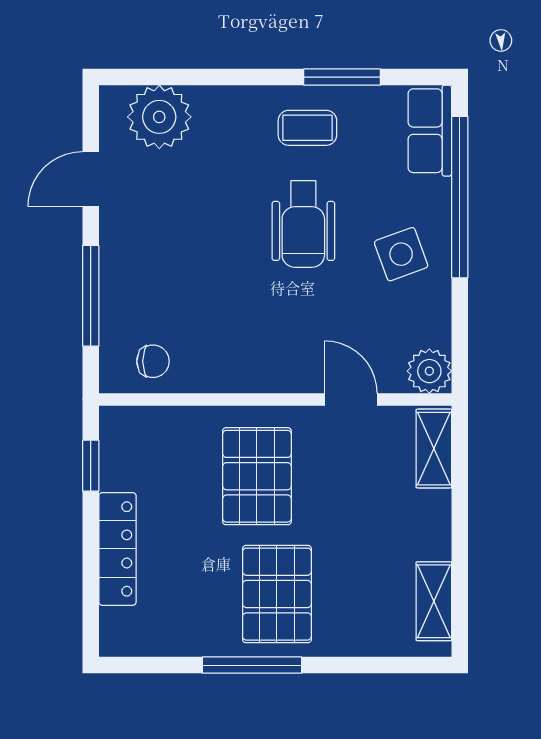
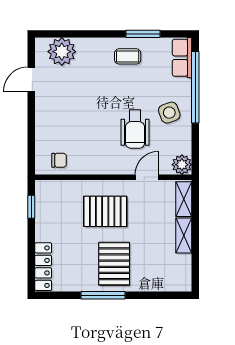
wheelchair: (303, 224) -> (135, 129), moved
window: (91, 296) -> (31, 131), removed
door: (351, 399) -> (147, 177), hinge flipped
pallet: (257, 476) -> (105, 211), turned 90
locker: (117, 549) -> (43, 267), moved
shelving: (434, 601) -> (184, 235), moved

